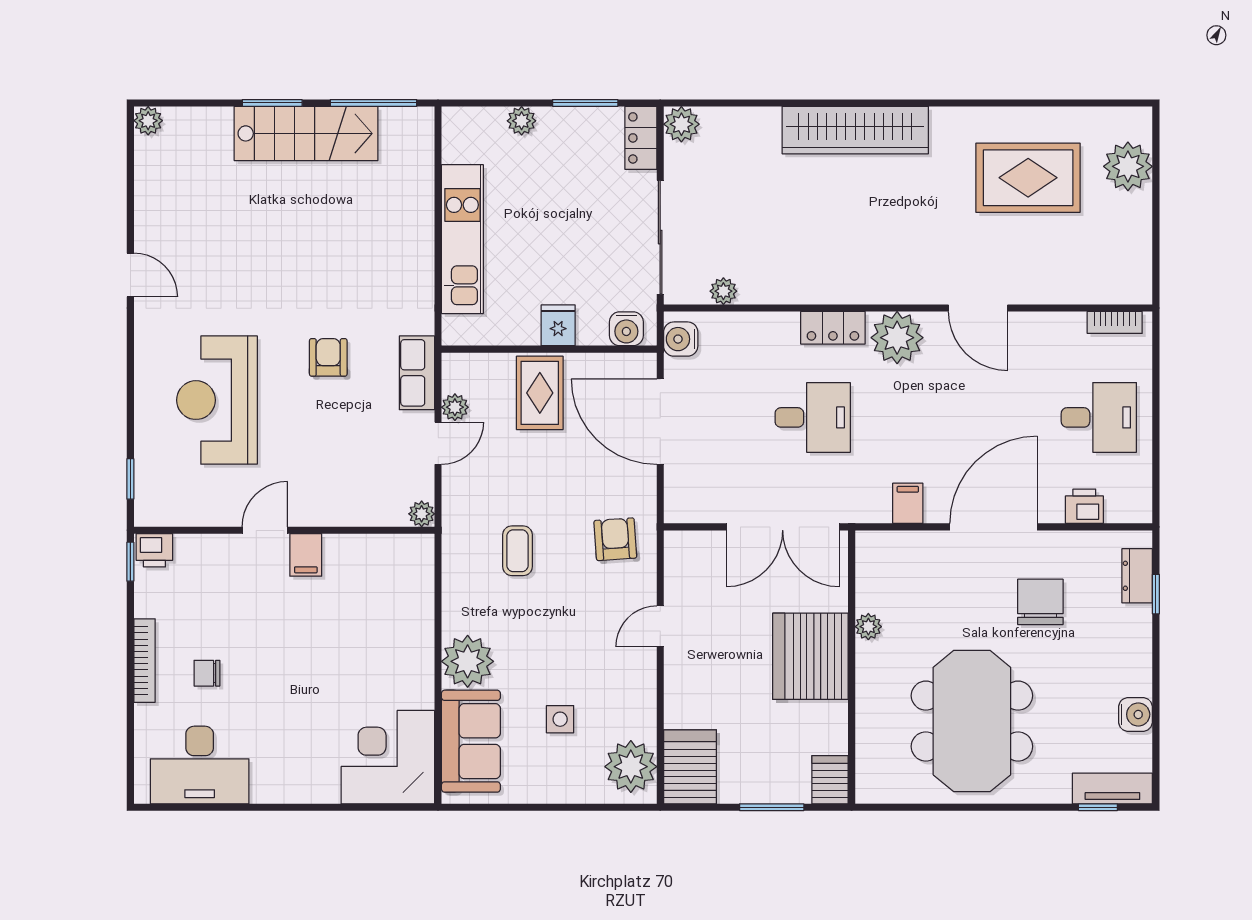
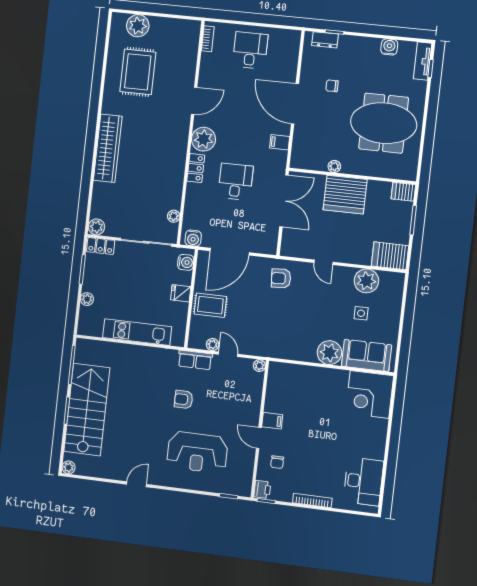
stairs: (306, 133) -> (87, 410), width x1.36, depth x1.51
printer: (1084, 506) -> (290, 61), removed
coffee table: (518, 551) -> (281, 324), removed
chair: (1040, 602) -> (332, 86), width x0.54, depth x0.54
chair: (207, 673) -> (277, 462), moved
plant: (631, 767) -> (366, 281), moved

